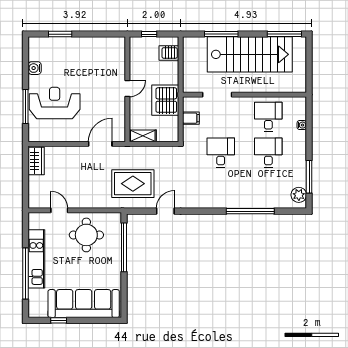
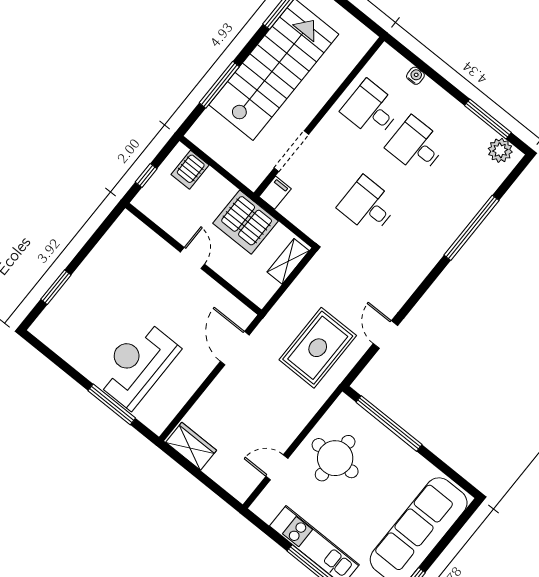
water cooler: (35, 68) -> (73, 354), removed
filing cabinet: (191, 118) -> (275, 193), moved
shelving: (143, 136) -> (288, 261), moved

